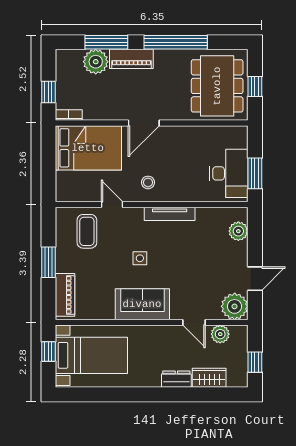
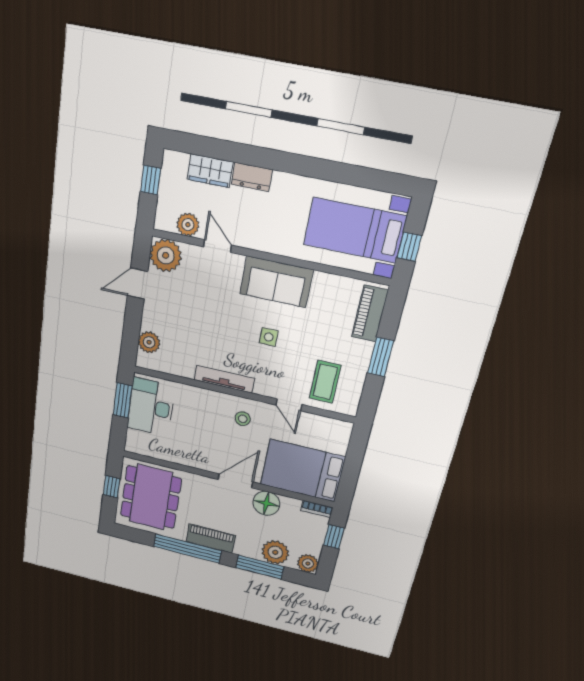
plant: (65, 59) -> (308, 564), added
piano: (131, 59) -> (211, 539), moved
floor lamp: (113, 108) -> (266, 503), added

